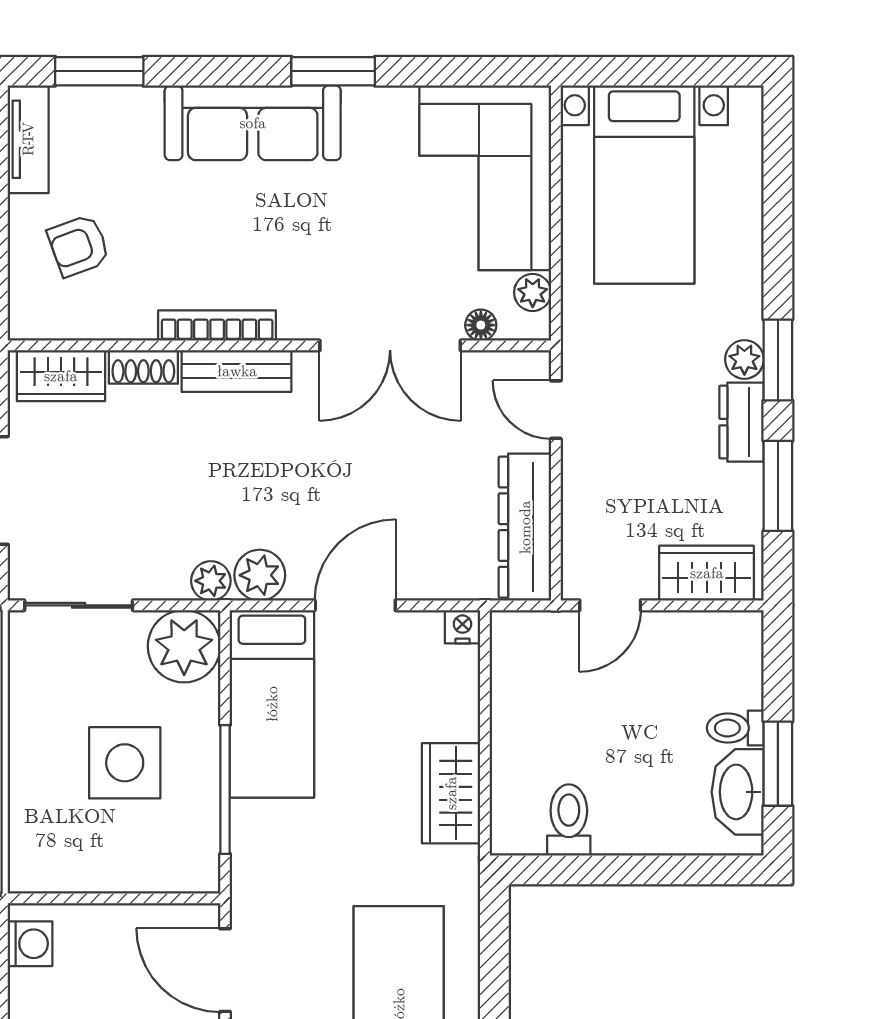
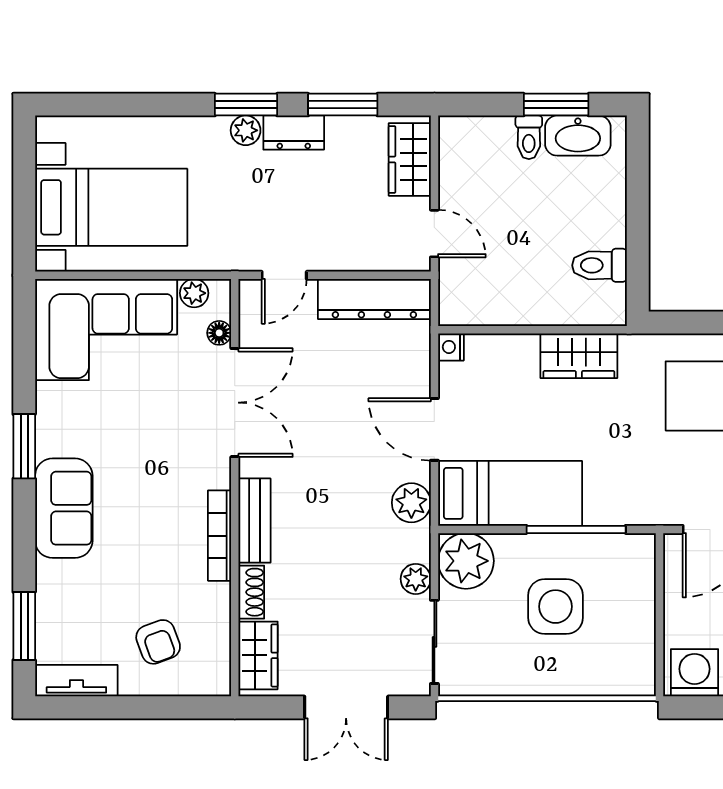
sofa: (253, 123) -> (64, 508), width x0.73
plant: (211, 581) -> (416, 579), moved
washing machine: (30, 944) -> (695, 673), width x1.38, depth x1.38

